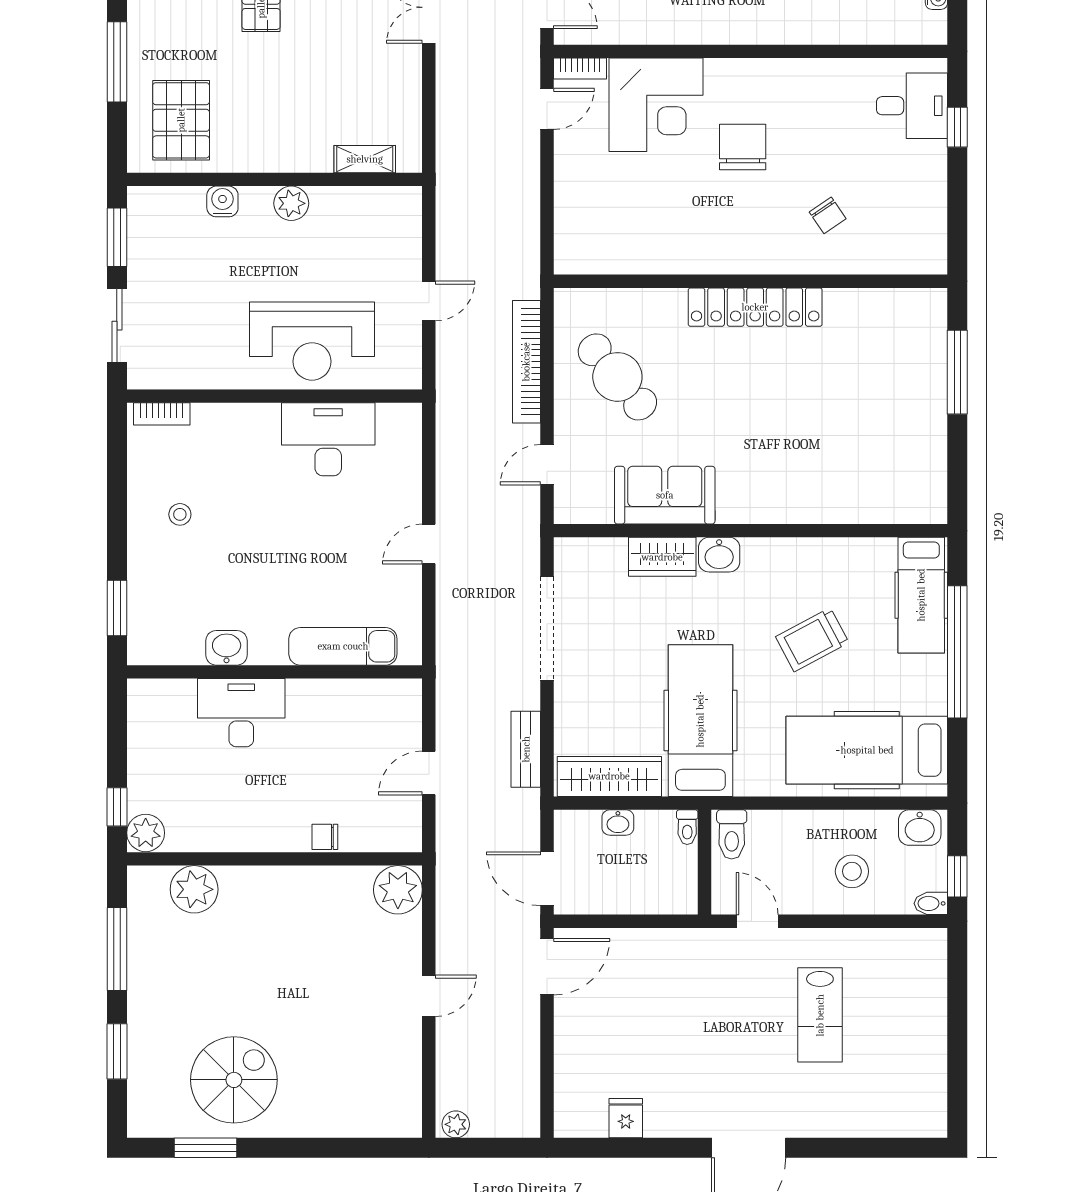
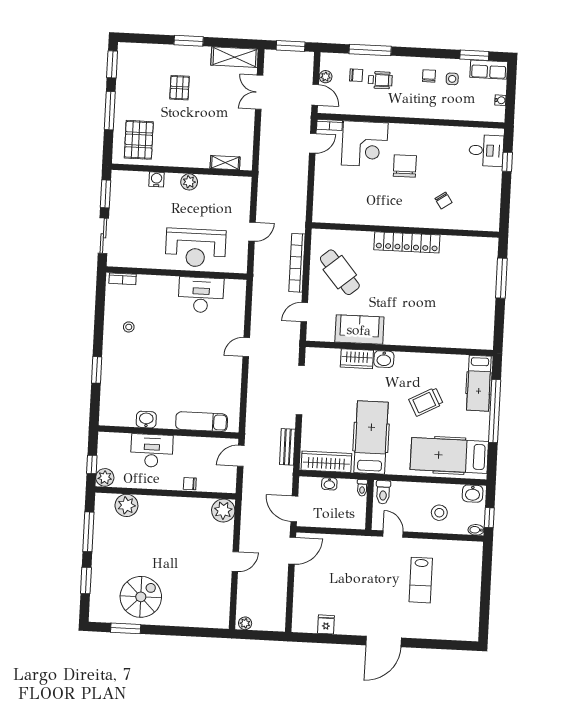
exam couch: (343, 646) -> (202, 422), moved
washbasin: (227, 648) -> (146, 420), moved
wall: (275, 672) -> (168, 432), moved
desk: (241, 713) -> (152, 451), moved

